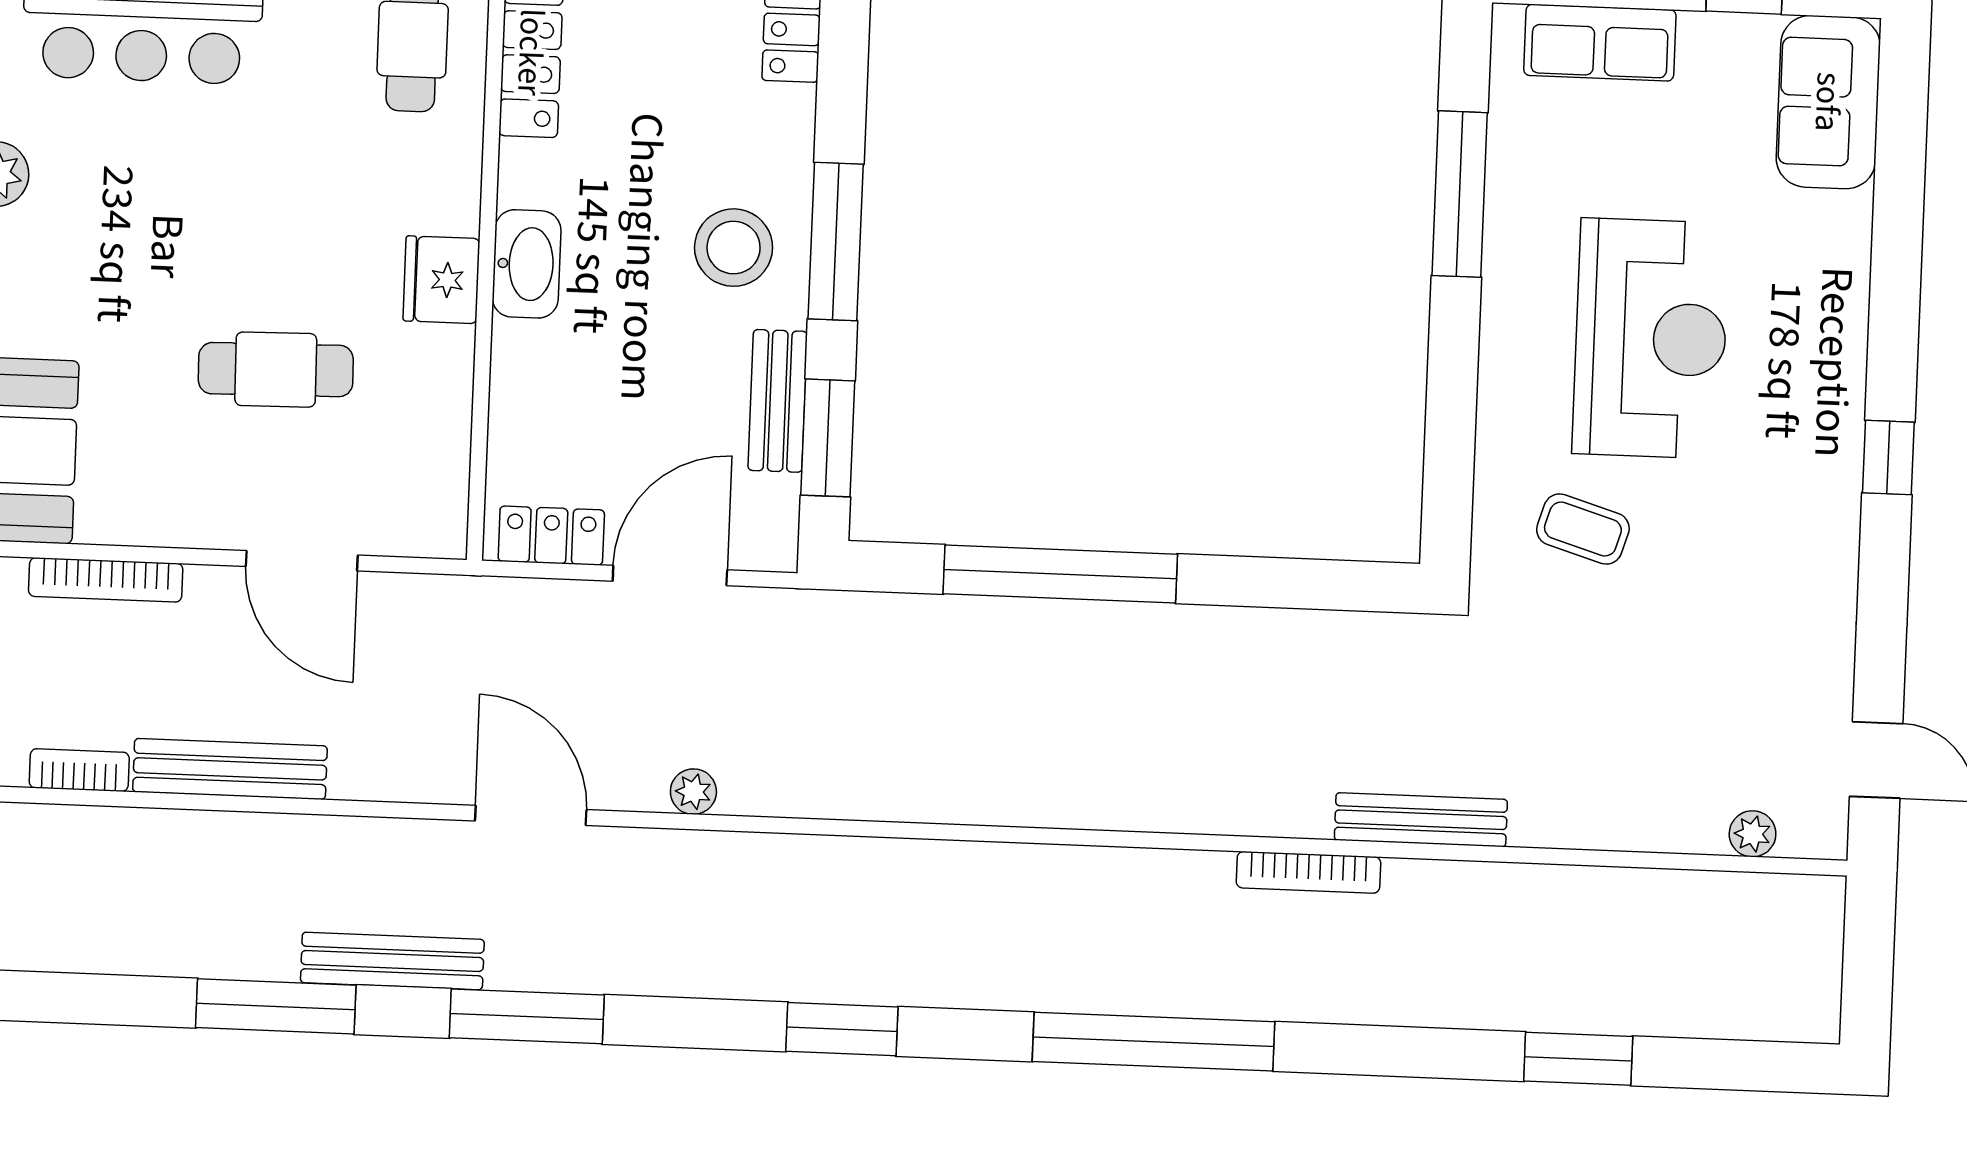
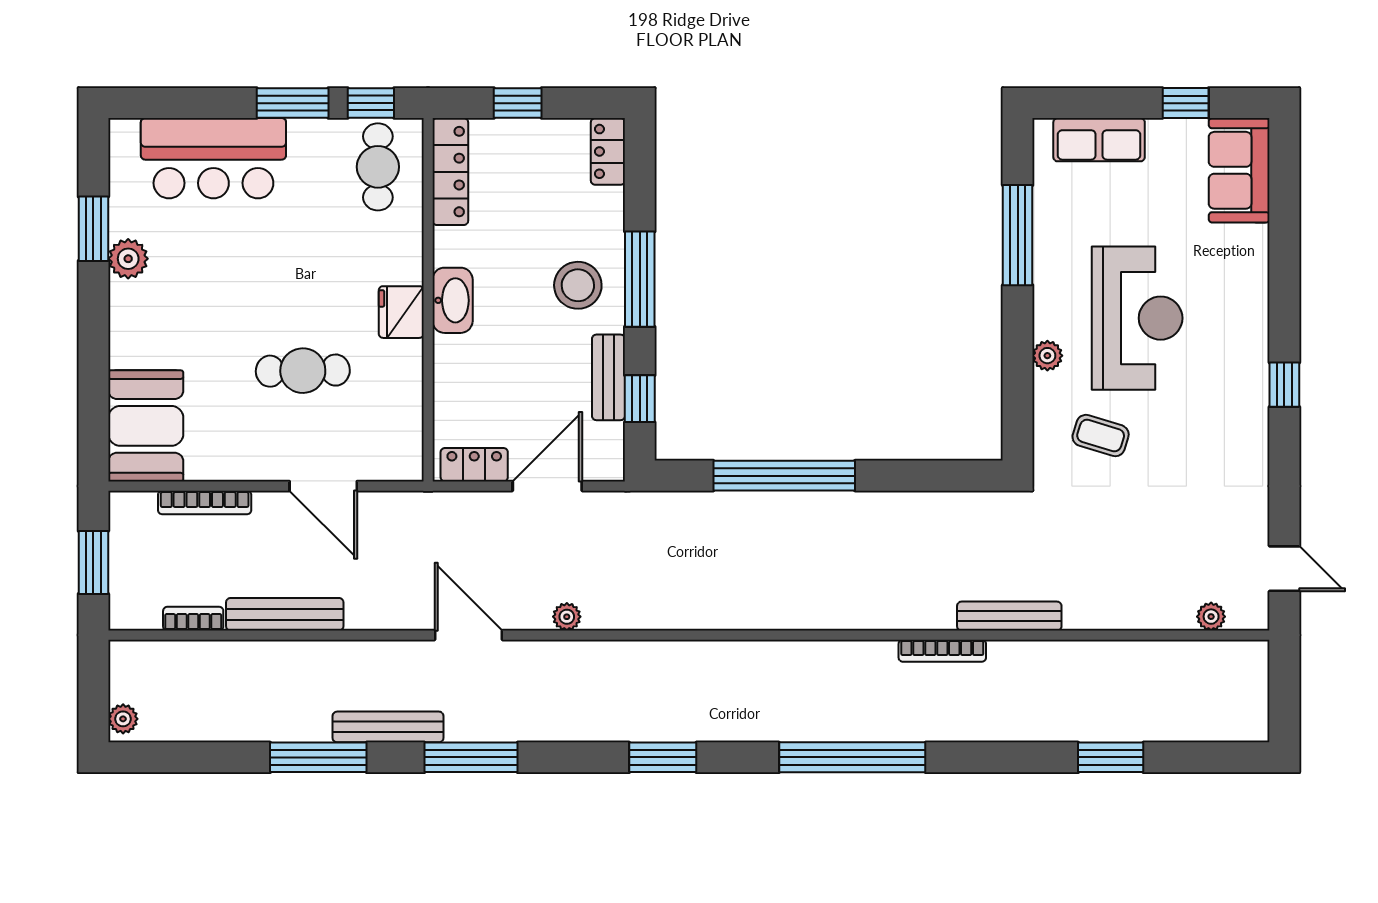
plant: (1501, 394) -> (1047, 356), added
window: (828, 438) -> (640, 399), width x0.67

